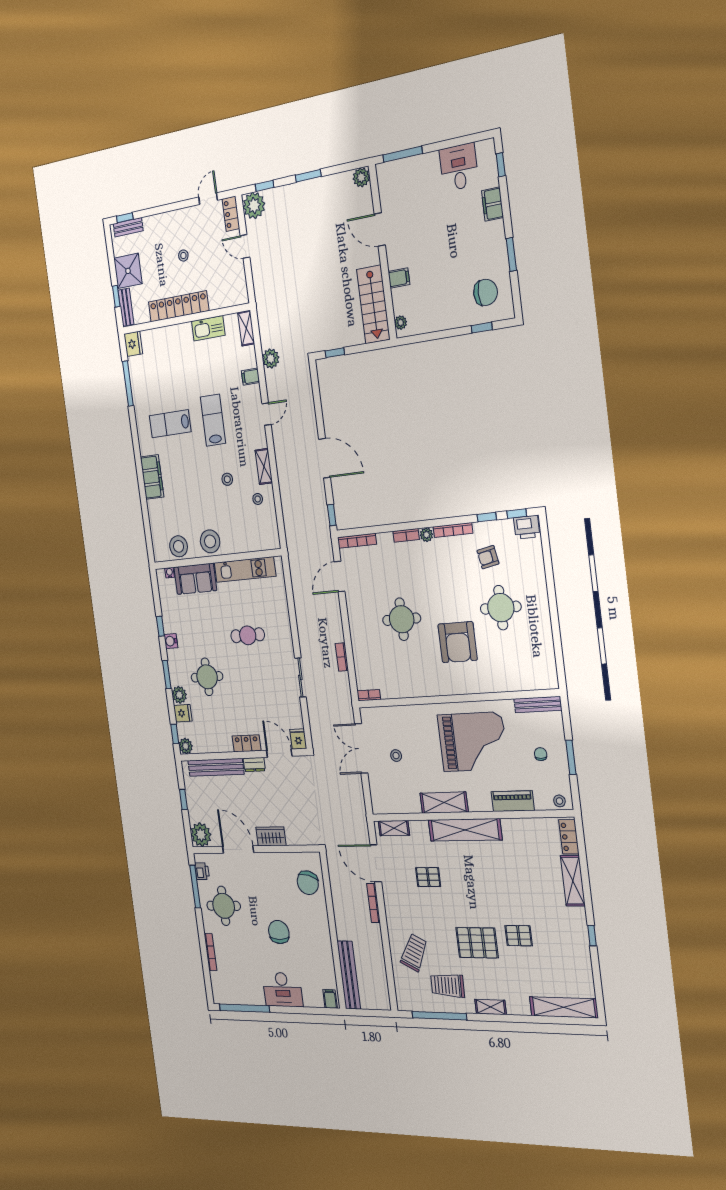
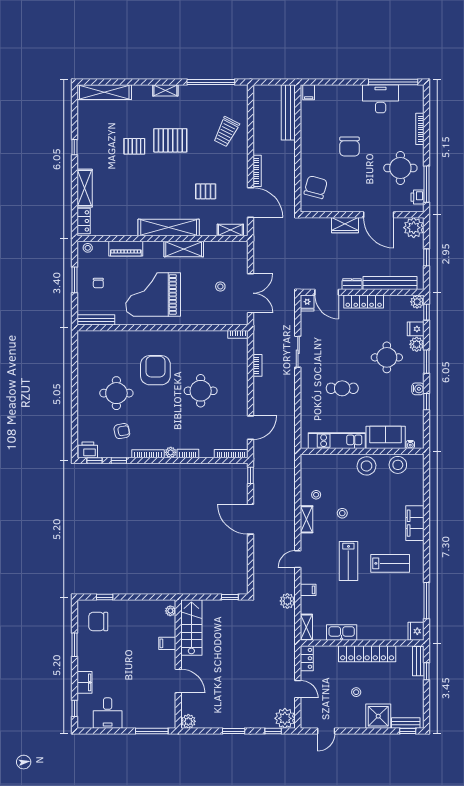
locker: (231, 214) -> (307, 658), moved
shower: (128, 271) -> (378, 716), moved
locker: (247, 743) -> (364, 302), width x1.53
trolley: (448, 985) -> (200, 106), removed
desk: (282, 990) -> (381, 99), moved

